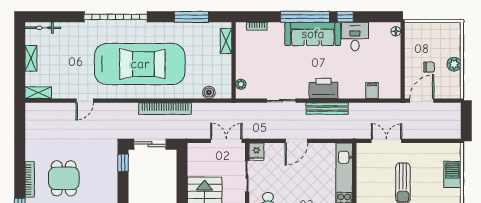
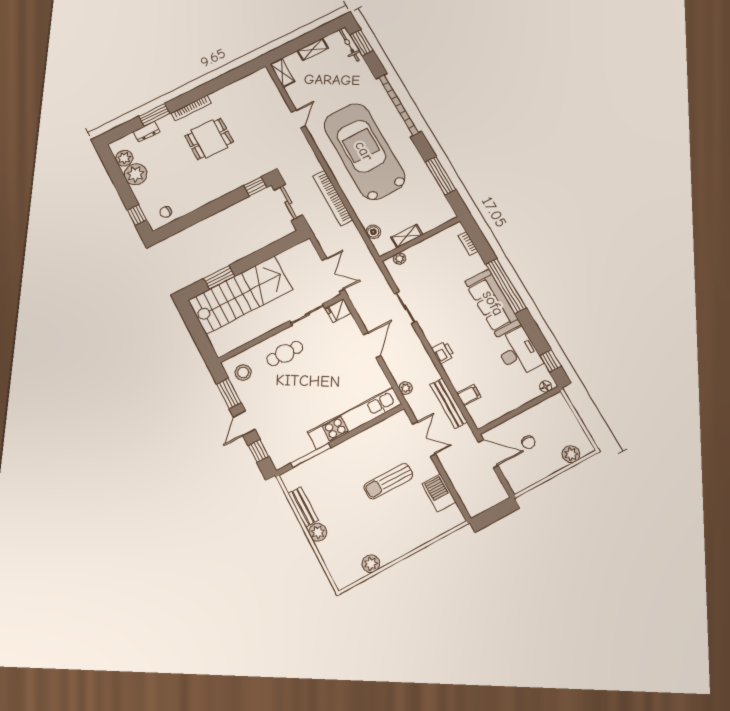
window: (46, 17) -> (362, 43), added
window: (345, 17) -> (550, 361), moved
desk: (355, 37) -> (518, 352), width x1.37
shelving: (226, 41) -> (407, 236), moved
car: (140, 64) -> (364, 151), turned 180
plant: (454, 64) -> (571, 454), moved
printer: (324, 88) -> (443, 352), width x0.53, depth x0.68
door: (85, 101) -> (298, 119), swing flipped
bench: (327, 109) -> (449, 403), moved
plant: (342, 134) -> (406, 388), added
door: (296, 141) -> (372, 345), swing flipped
barbecue: (452, 174) -> (439, 493), moved, turned -90

